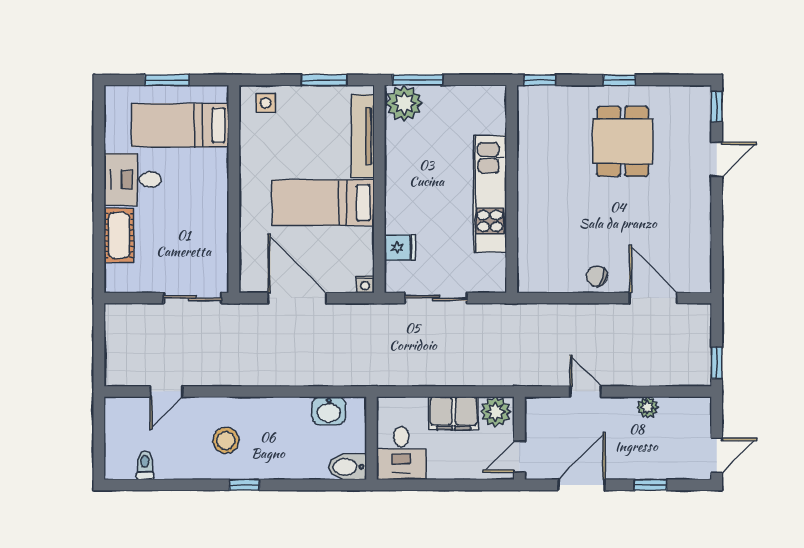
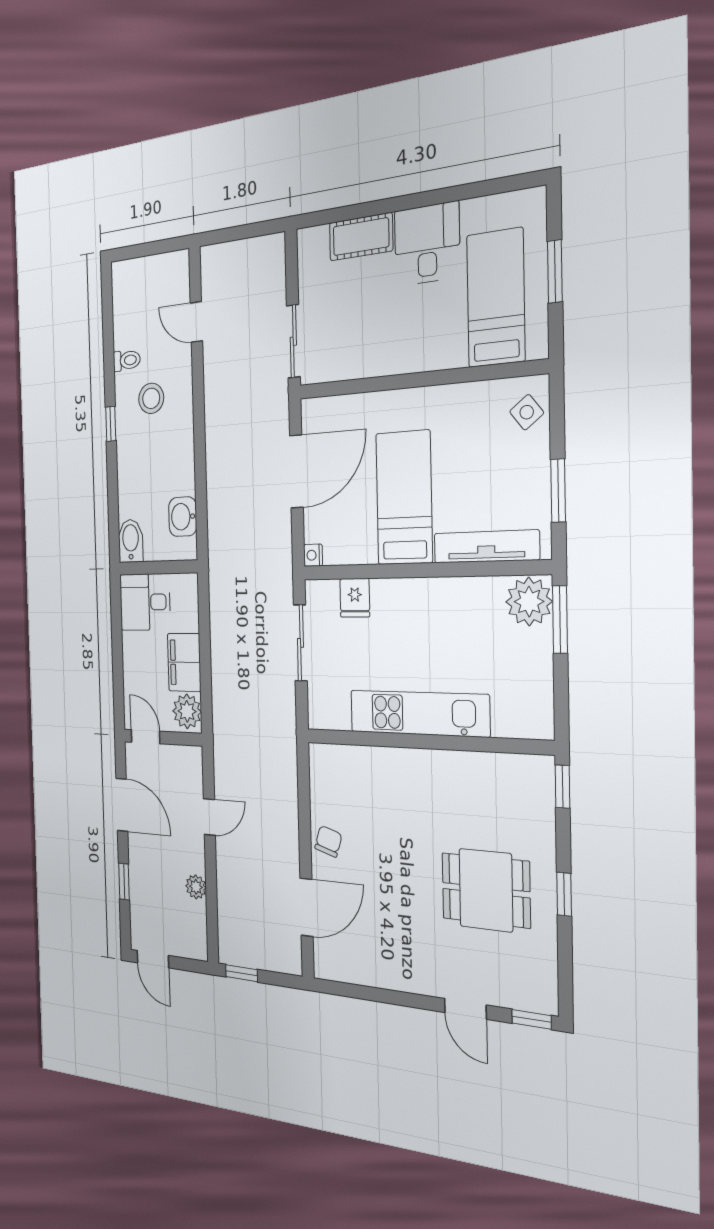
side table: (266, 103) -> (527, 412), turned -38
toilet: (145, 465) -> (127, 360), moved

